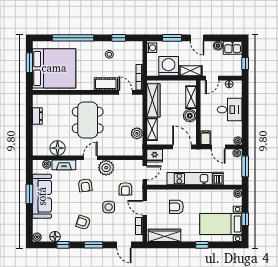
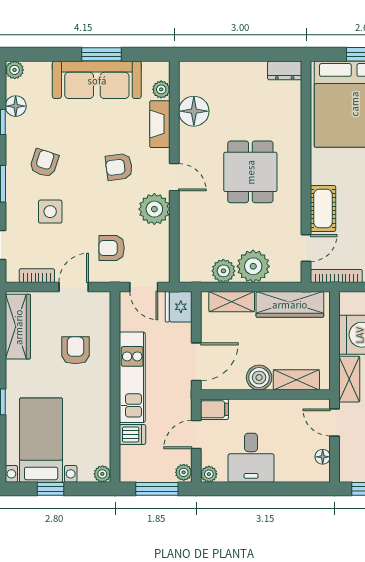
desk: (230, 110) -> (251, 458), moved
dresser: (37, 116) -> (285, 70), moved
plant: (135, 119) -> (253, 266), added
dining table: (88, 120) -> (250, 172), width x0.73
side table: (109, 207) -> (50, 212), moved

